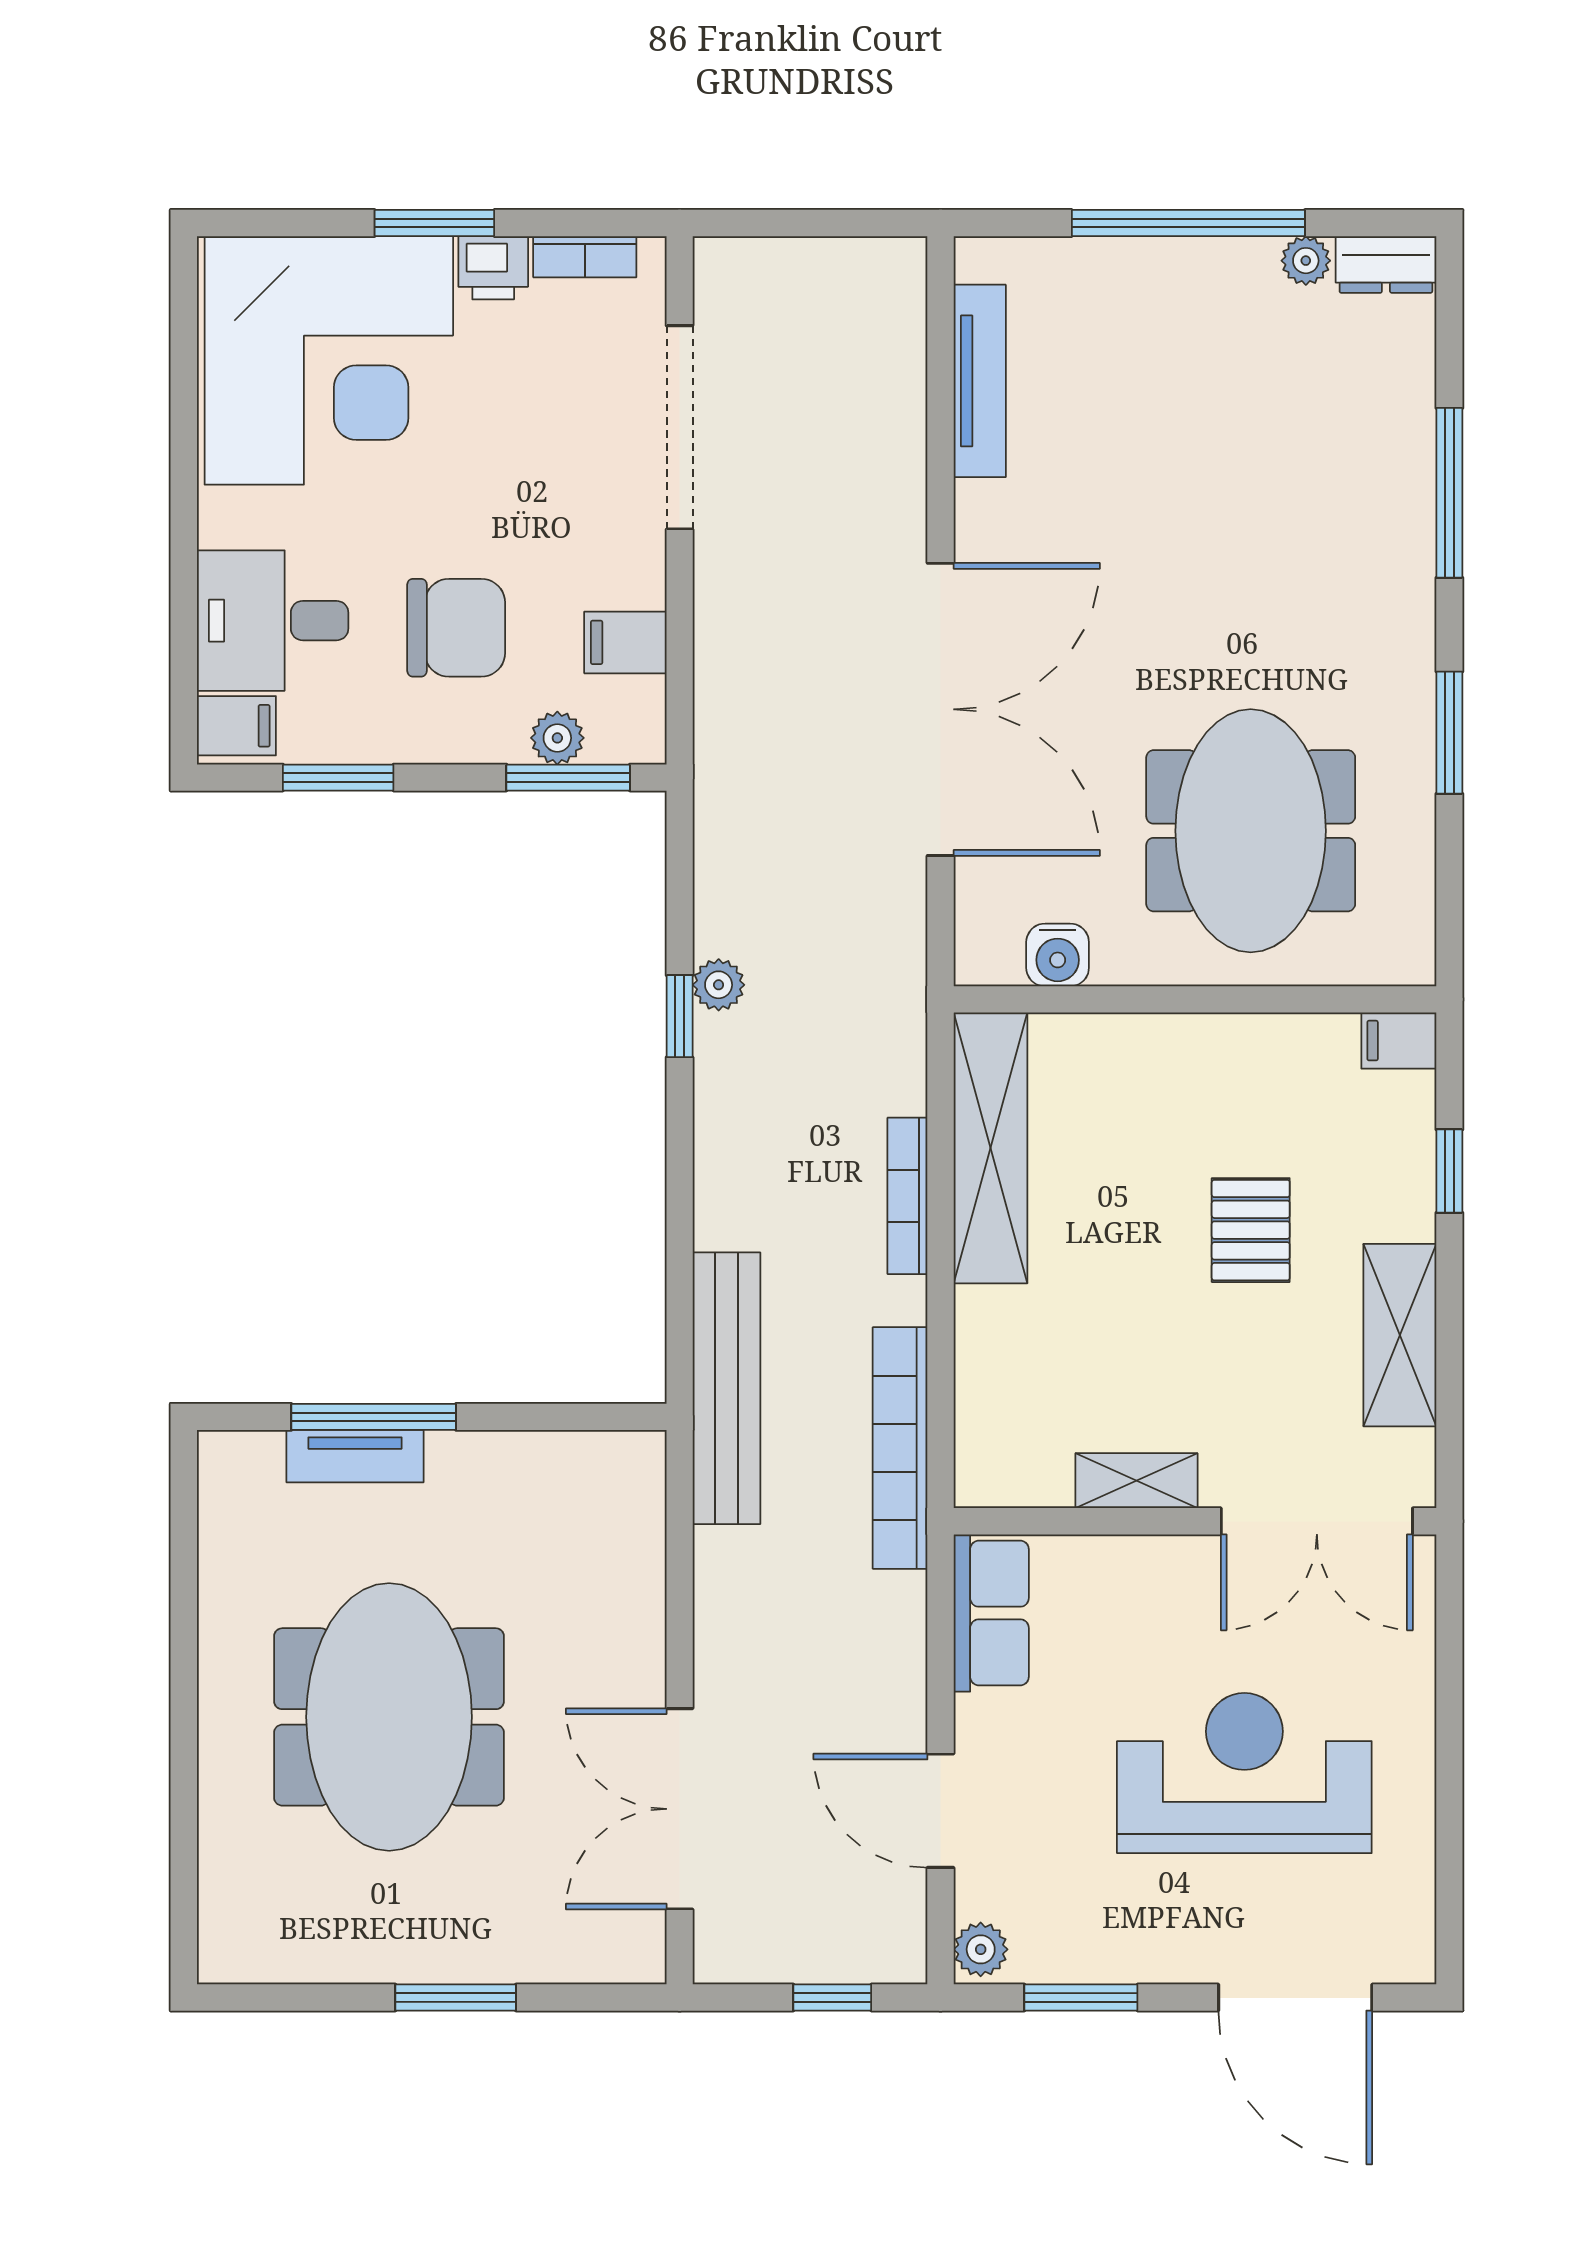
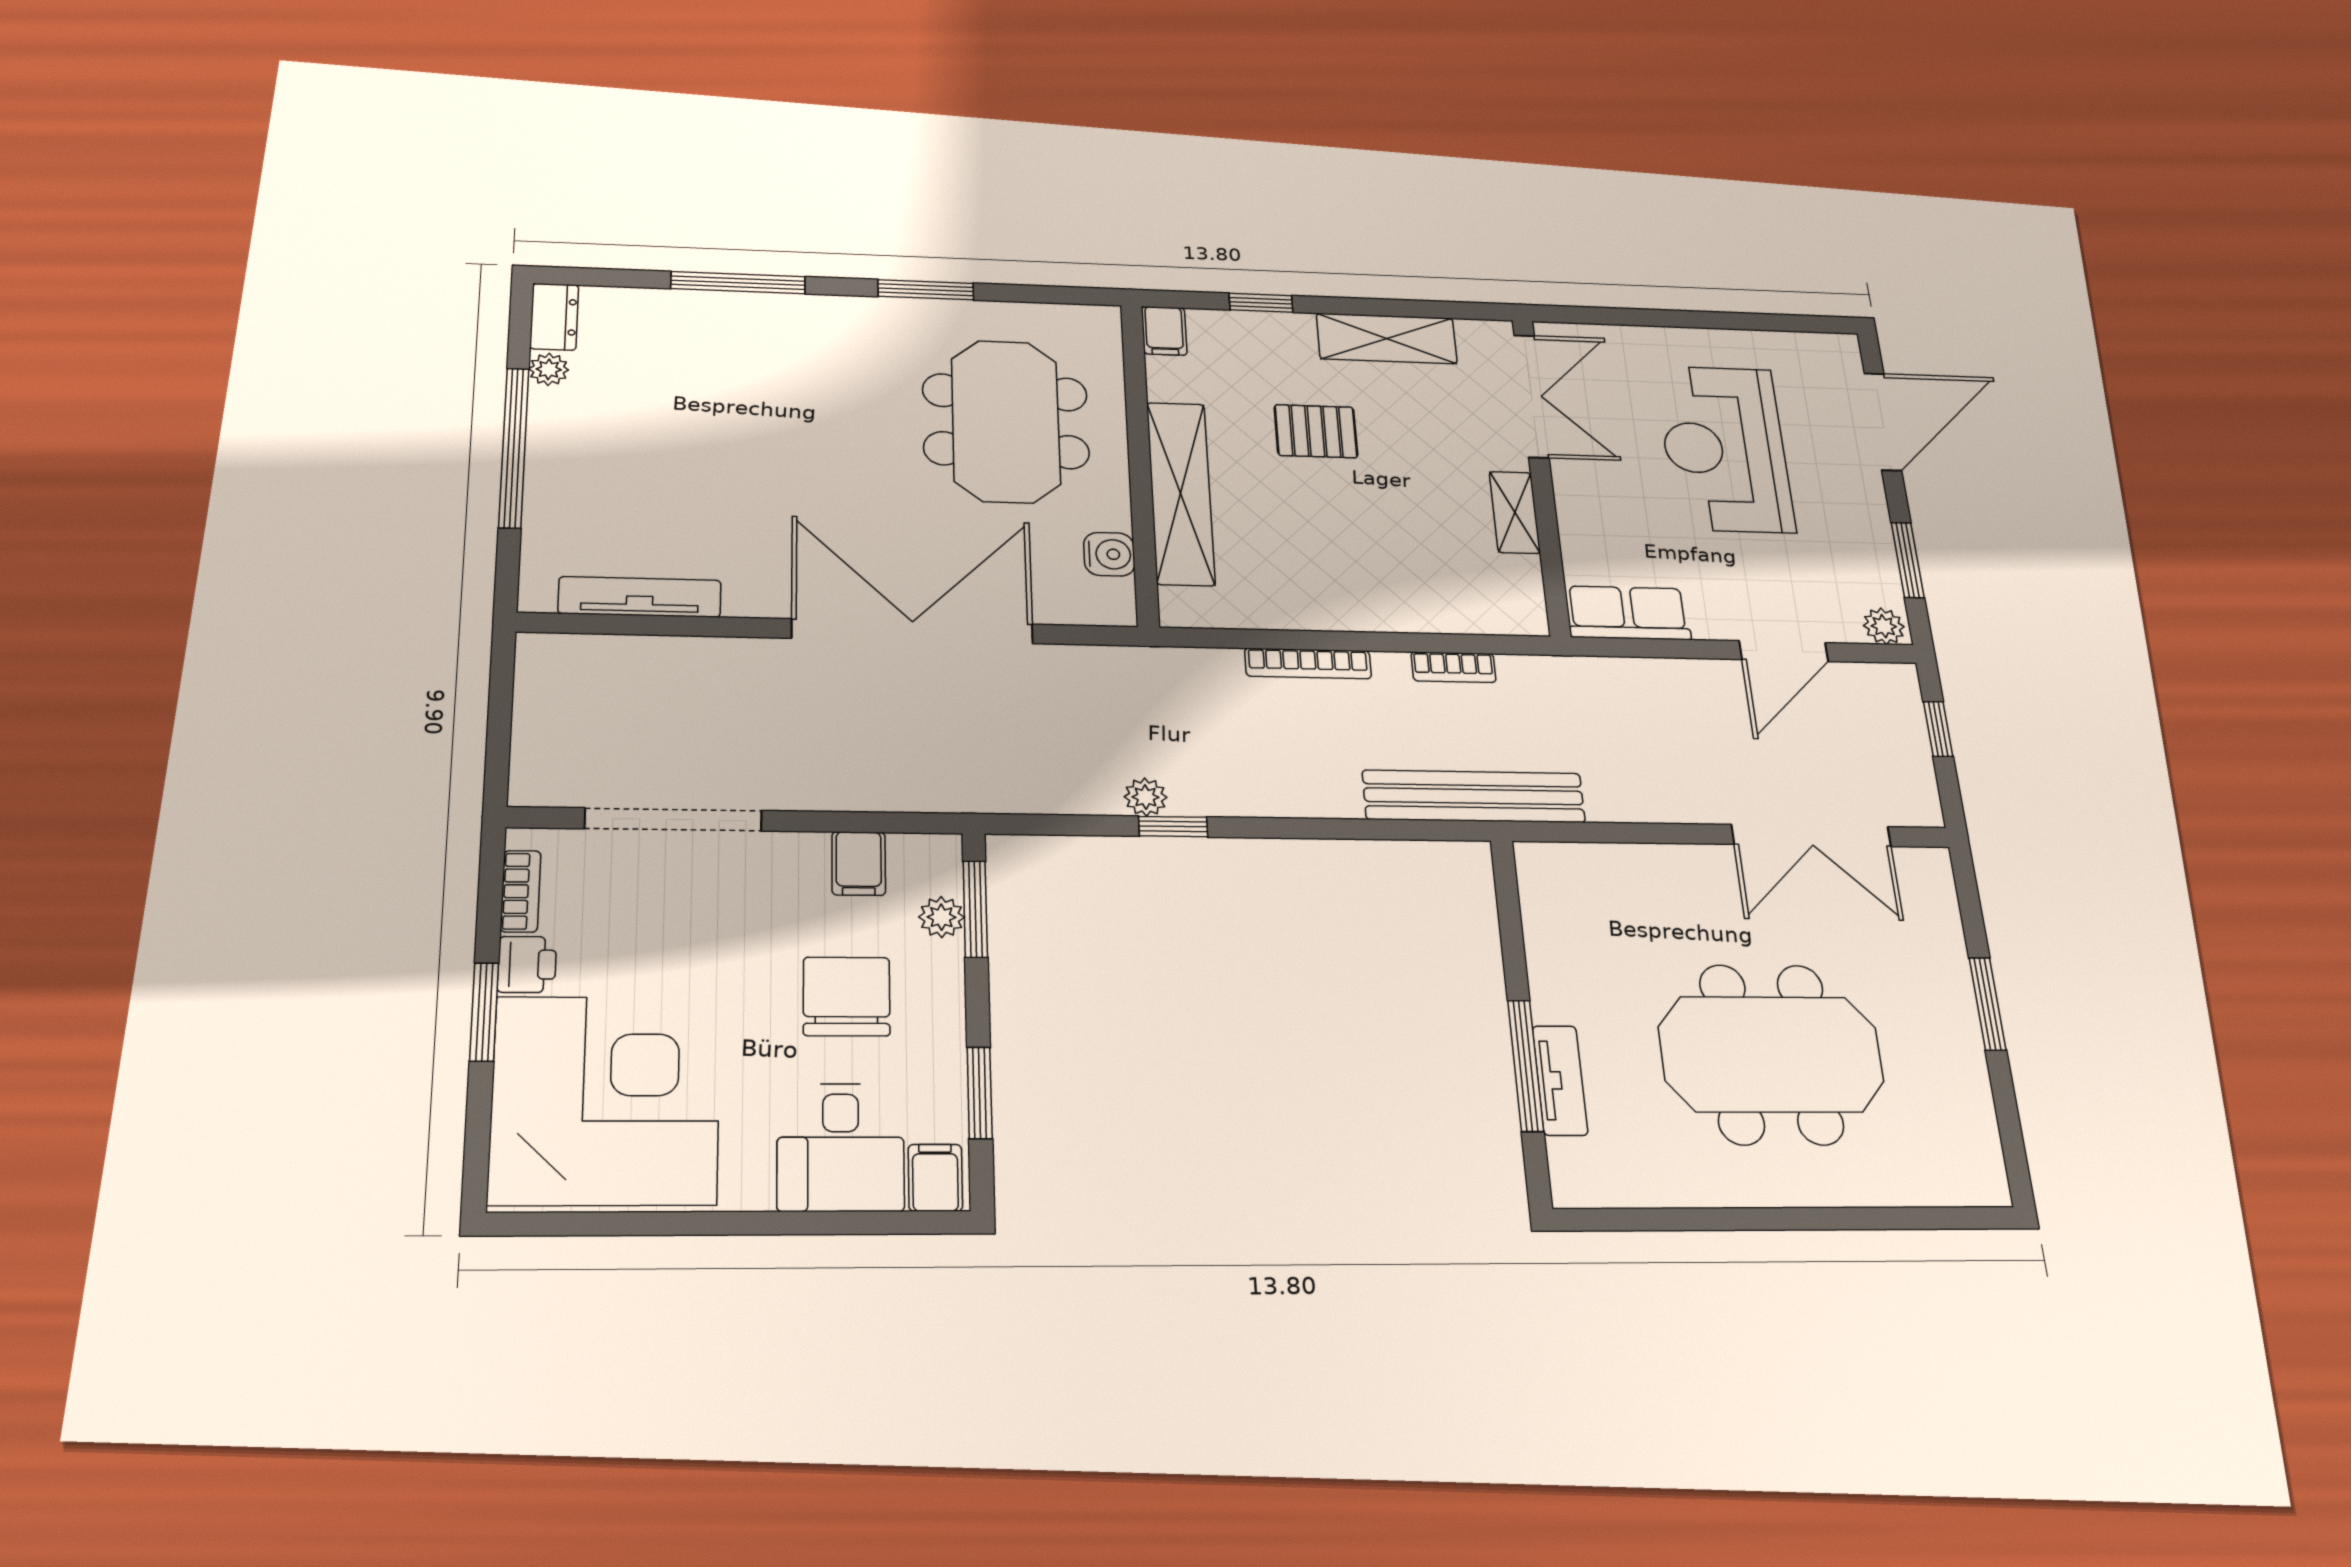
meeting table: (1251, 831) -> (1006, 421), turned 90
shelving: (991, 1148) -> (1181, 493), moved, turned 90
bookcase: (900, 1448) -> (1454, 667), width x0.43, depth x0.76

